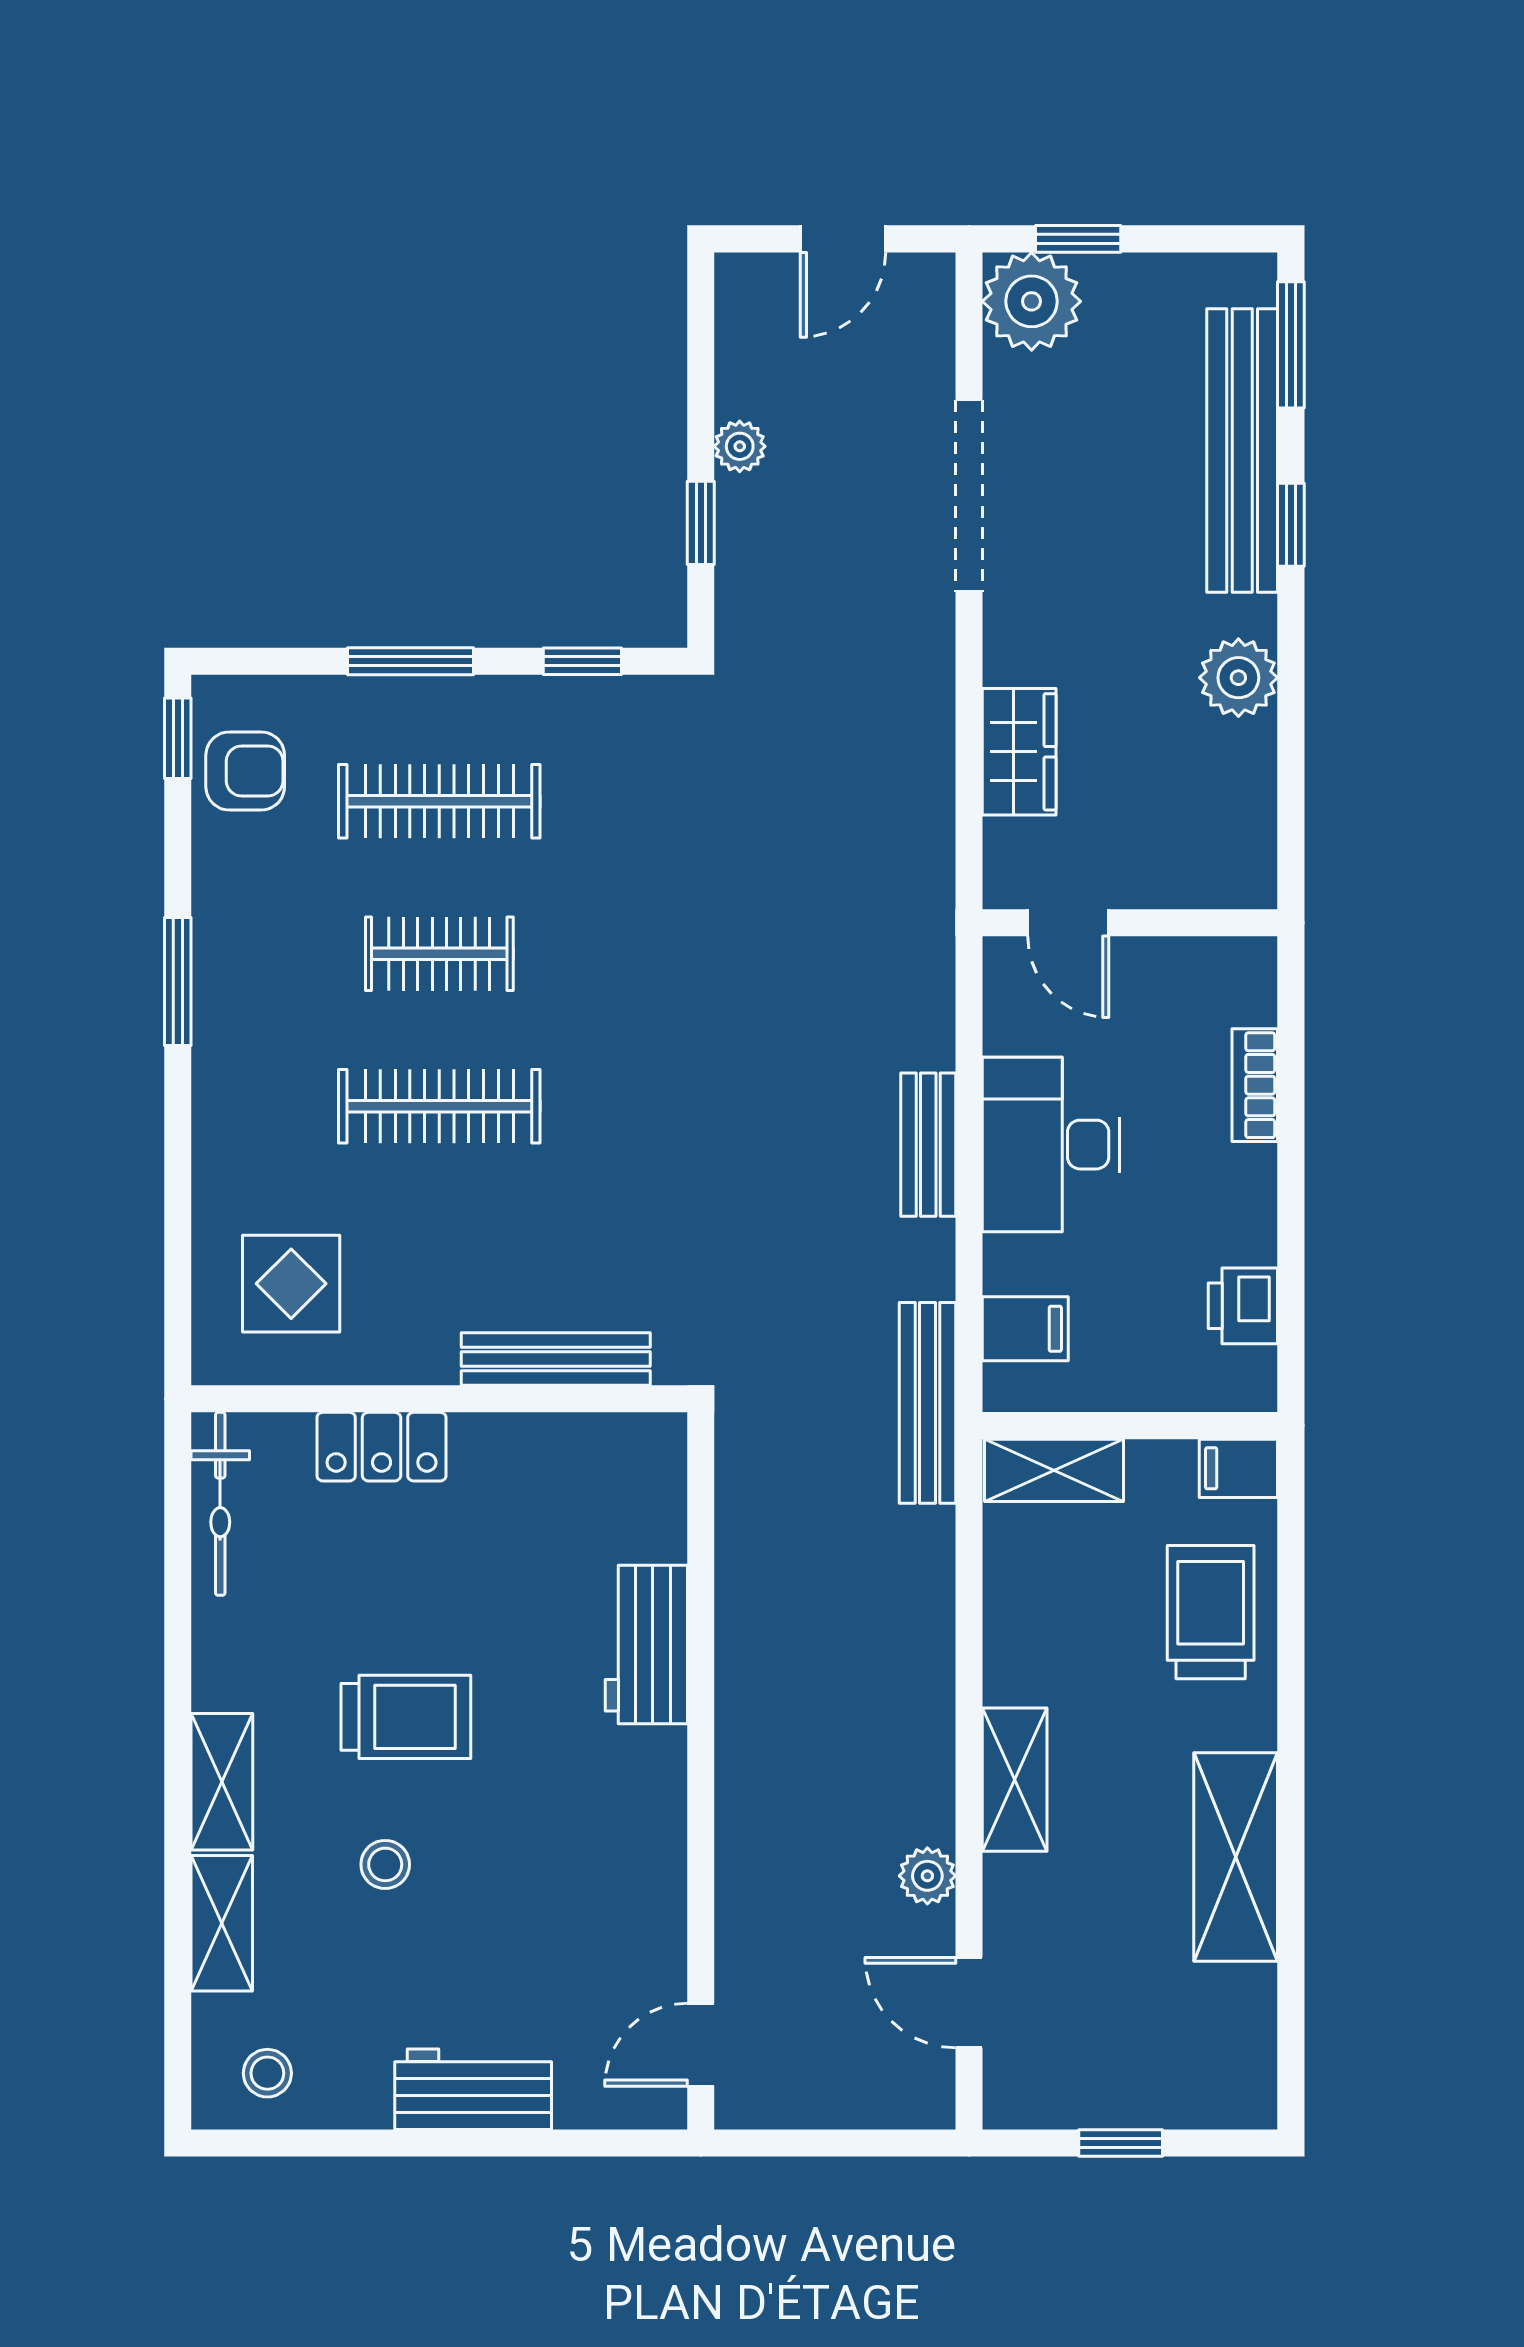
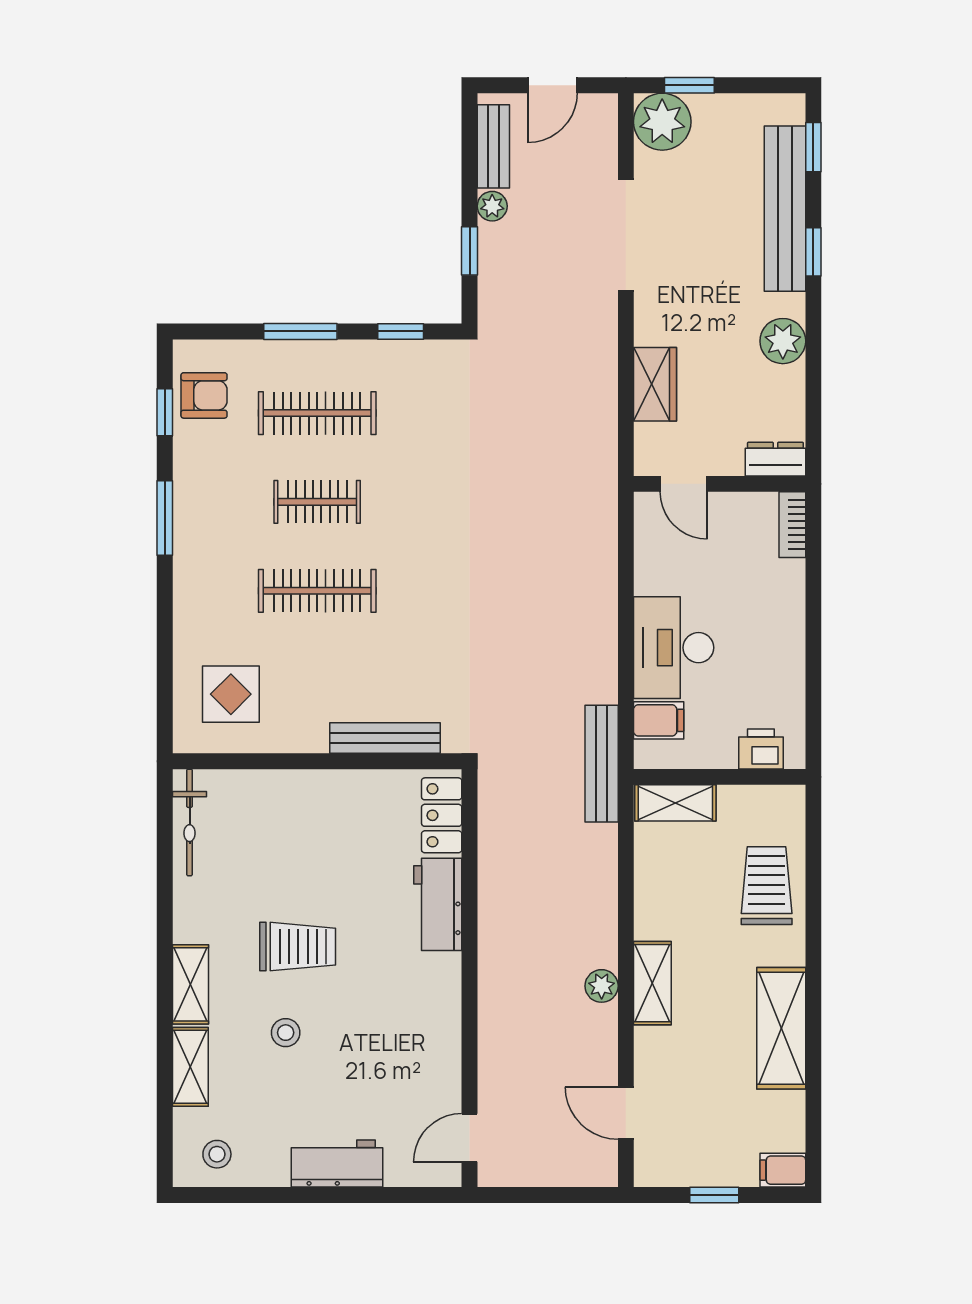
window: (1291, 345) -> (813, 147), width x0.67
window: (178, 738) -> (165, 412), moved
dresser: (1226, 880) -> (775, 459), added
bookcase: (1255, 1085) -> (792, 525), moved
bench: (928, 1145) -> (493, 146), moved
desk: (1051, 1145) -> (674, 648), moved
printer: (1243, 1306) -> (761, 749), moved, turned 90
locker: (382, 1447) -> (442, 815), moved, turned 90
filing cabinet: (1238, 1468) -> (783, 1170), moved
plant: (927, 1876) -> (602, 986), moved

